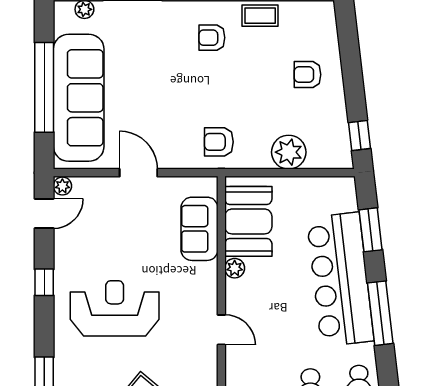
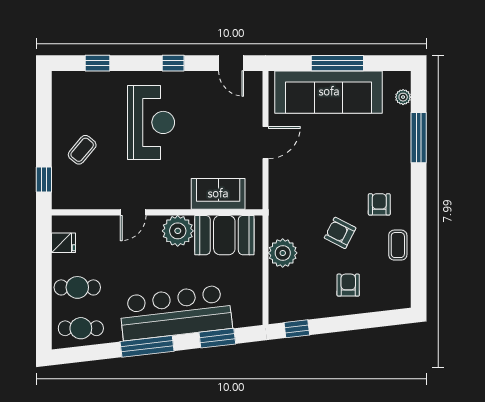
window: (44, 87) -> (337, 63), width x0.68
armchair: (219, 142) -> (340, 233), moved, turned -63
plant: (289, 152) -> (283, 253), moved
plant: (62, 186) -> (254, 78), removed
plant: (235, 268) -> (178, 231), width x1.88, depth x1.88

